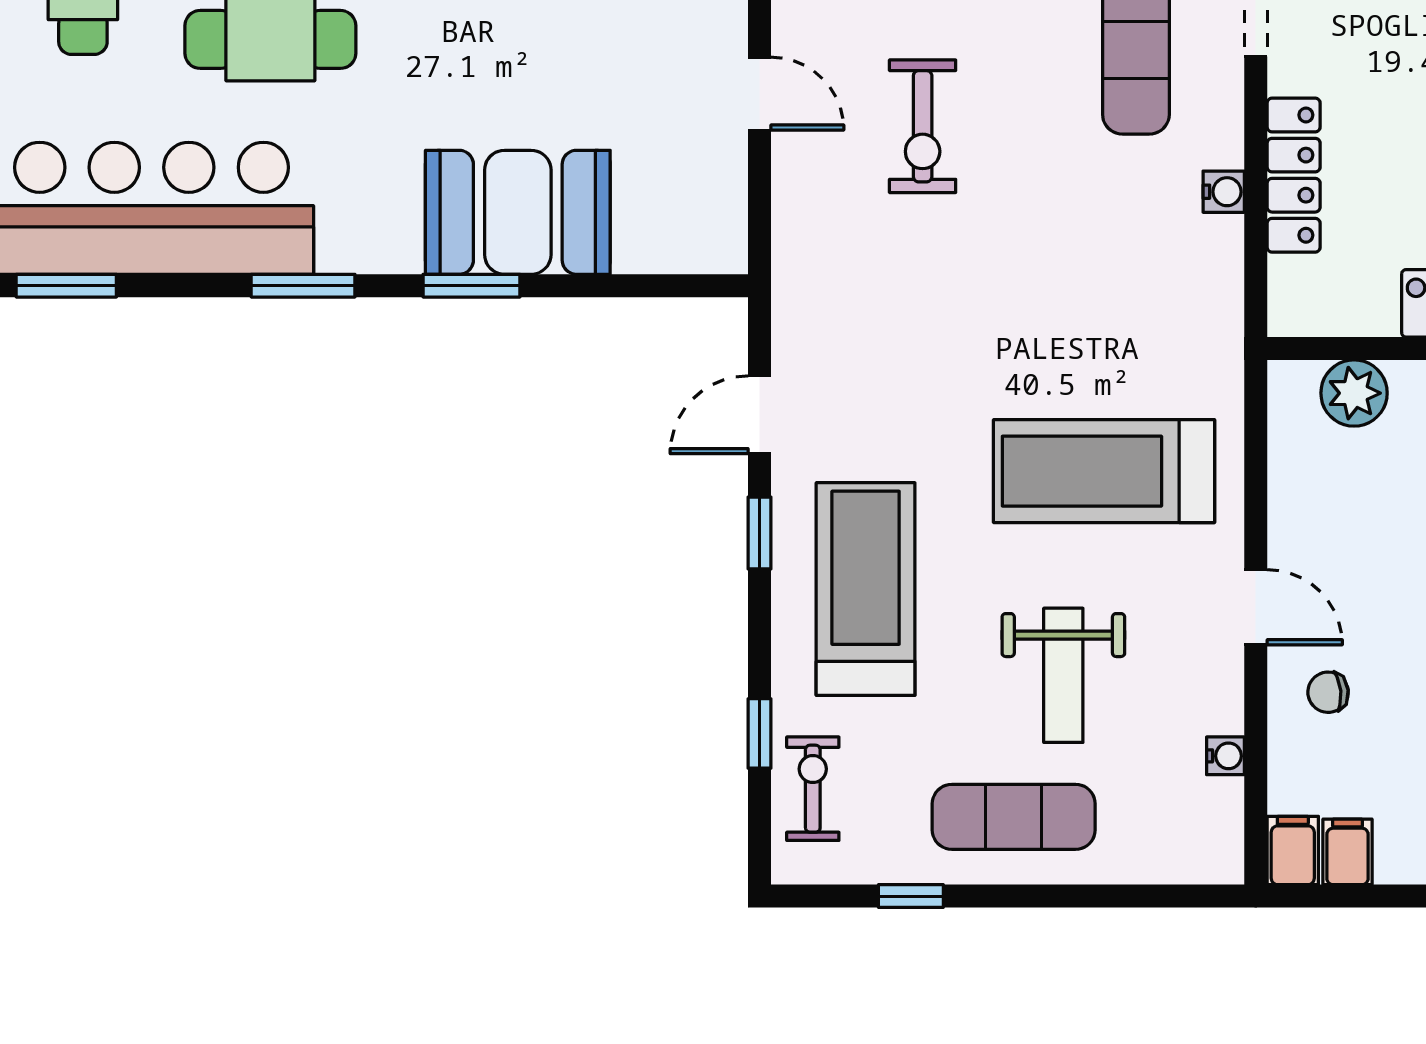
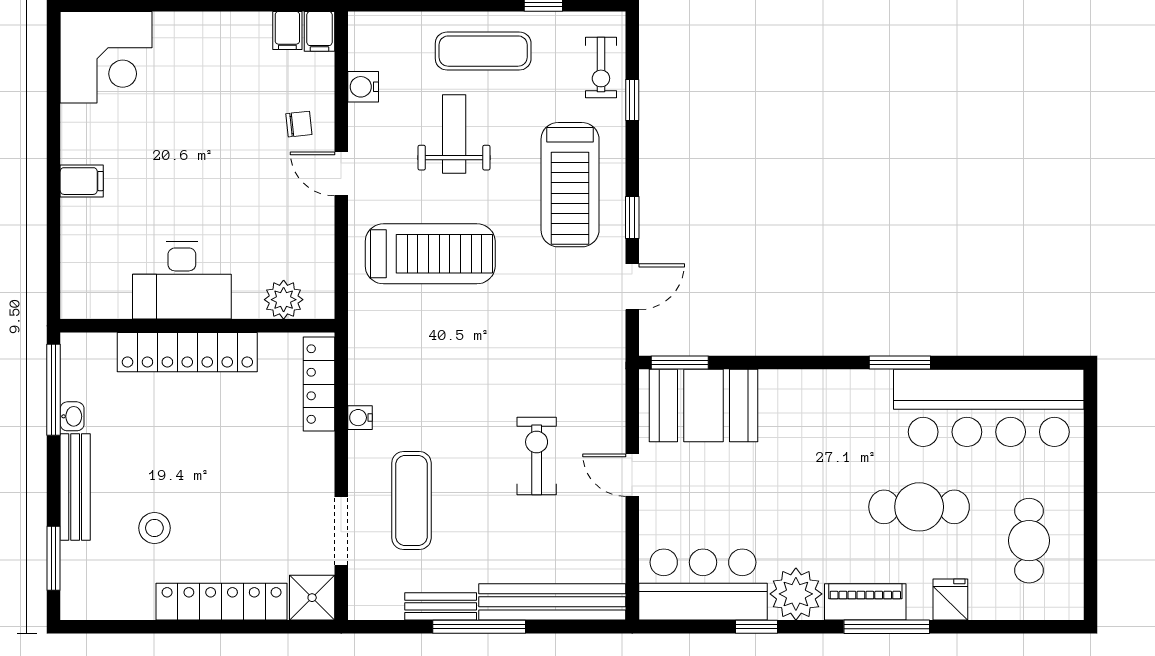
locker: (1294, 175) -> (319, 384), moved
booth: (518, 212) -> (704, 406), moved
window: (66, 286) -> (1039, 362), removed
window: (472, 286) -> (680, 362), moved
water cooler: (1225, 756) -> (363, 87), width x1.38, depth x1.38

